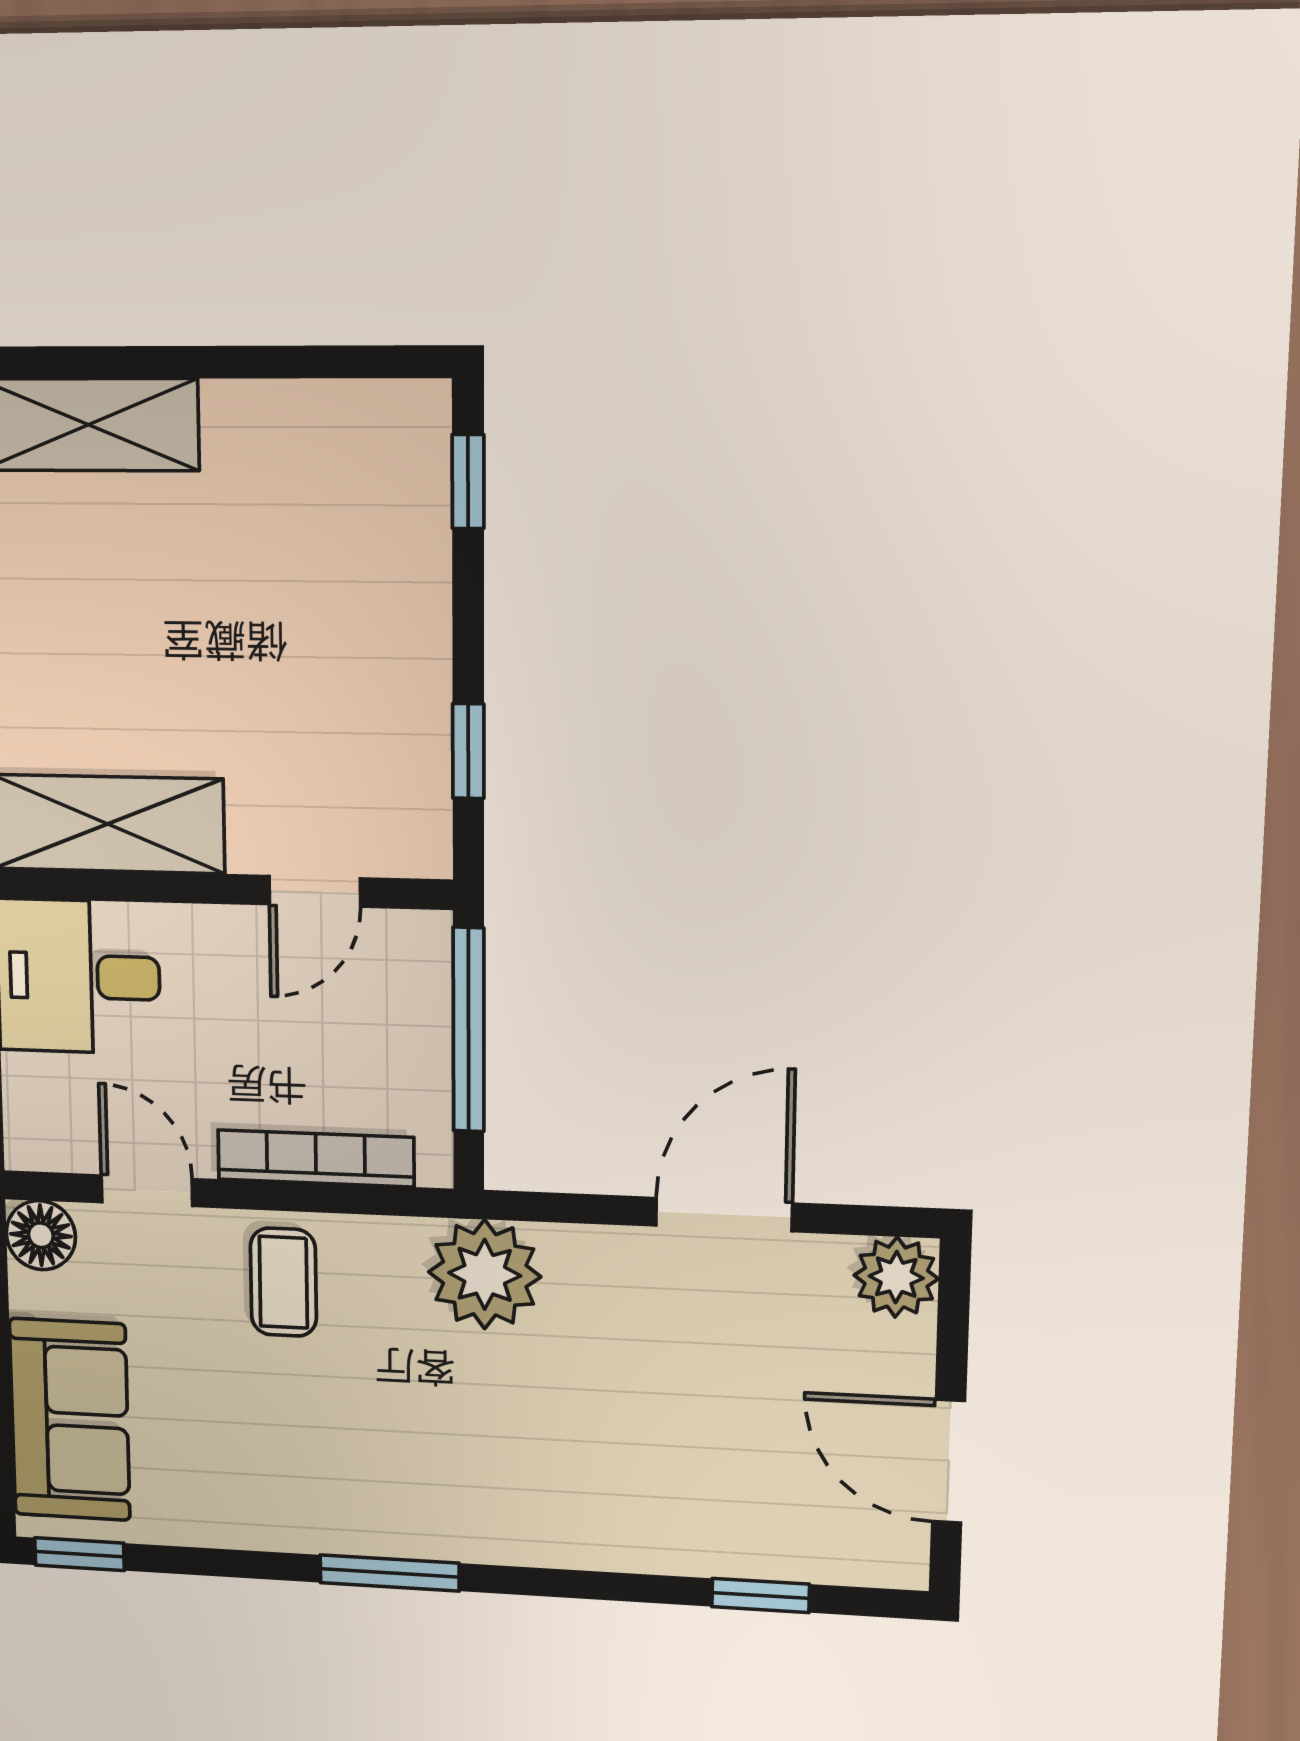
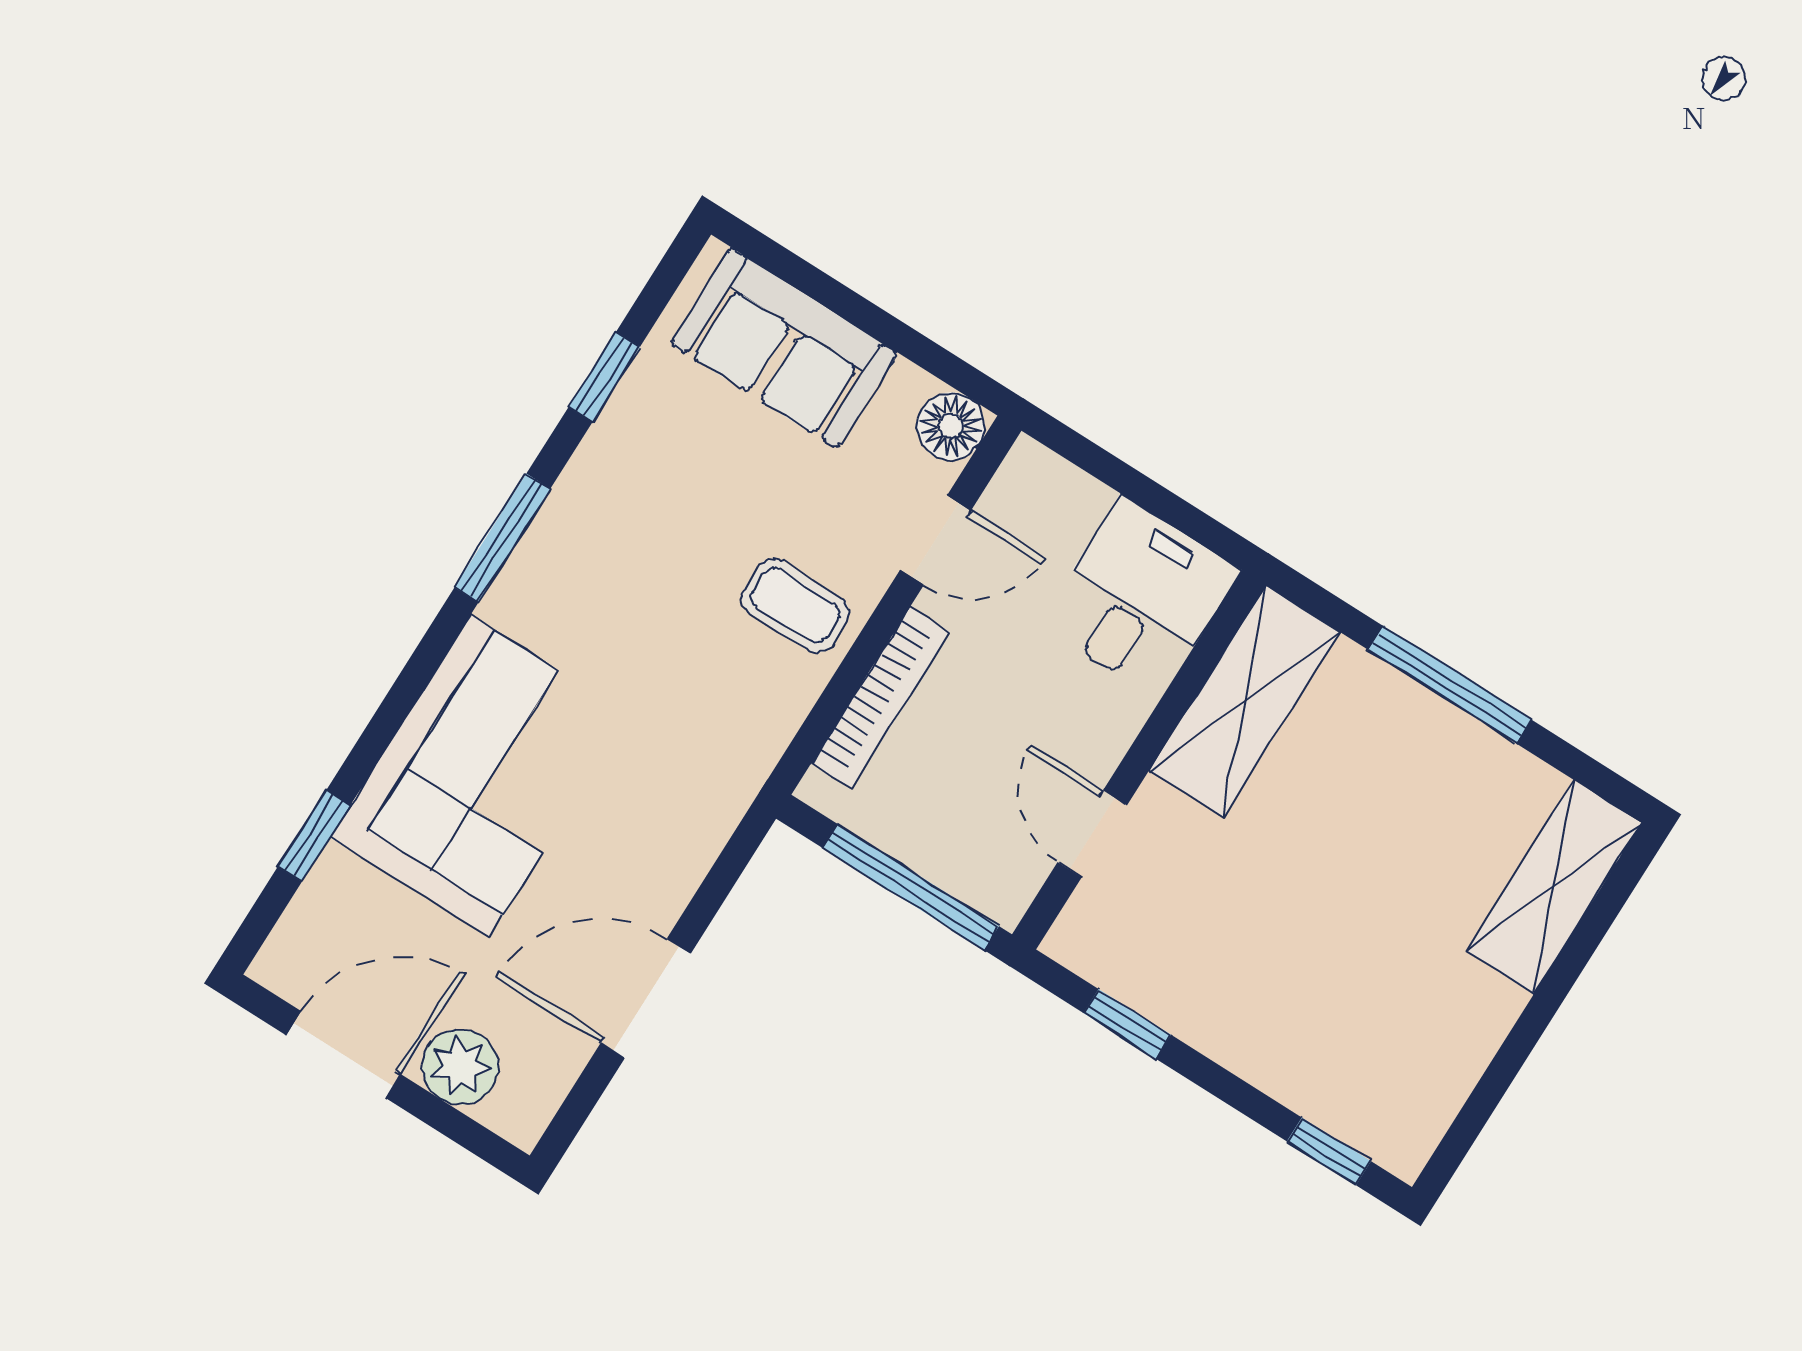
door: (724, 1215) -> (646, 998), swing flipped
plant: (485, 1274) -> (707, 776), removed
plant: (896, 1277) -> (460, 1067), moved
corner sofa: (614, 1478) -> (480, 776), added
window: (79, 1554) -> (604, 377), moved

